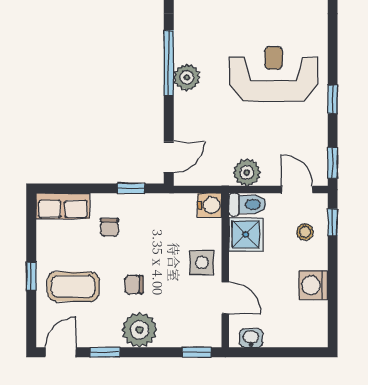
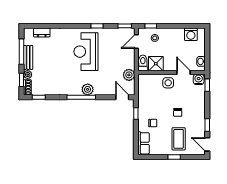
plant: (247, 172) -> (129, 75), moved
water cooler: (210, 205) -> (199, 79), moved
washing machine: (313, 285) -> (191, 34), moved
door: (225, 298) -> (184, 73), hinge flipped
plant: (140, 330) -> (198, 110), removed

